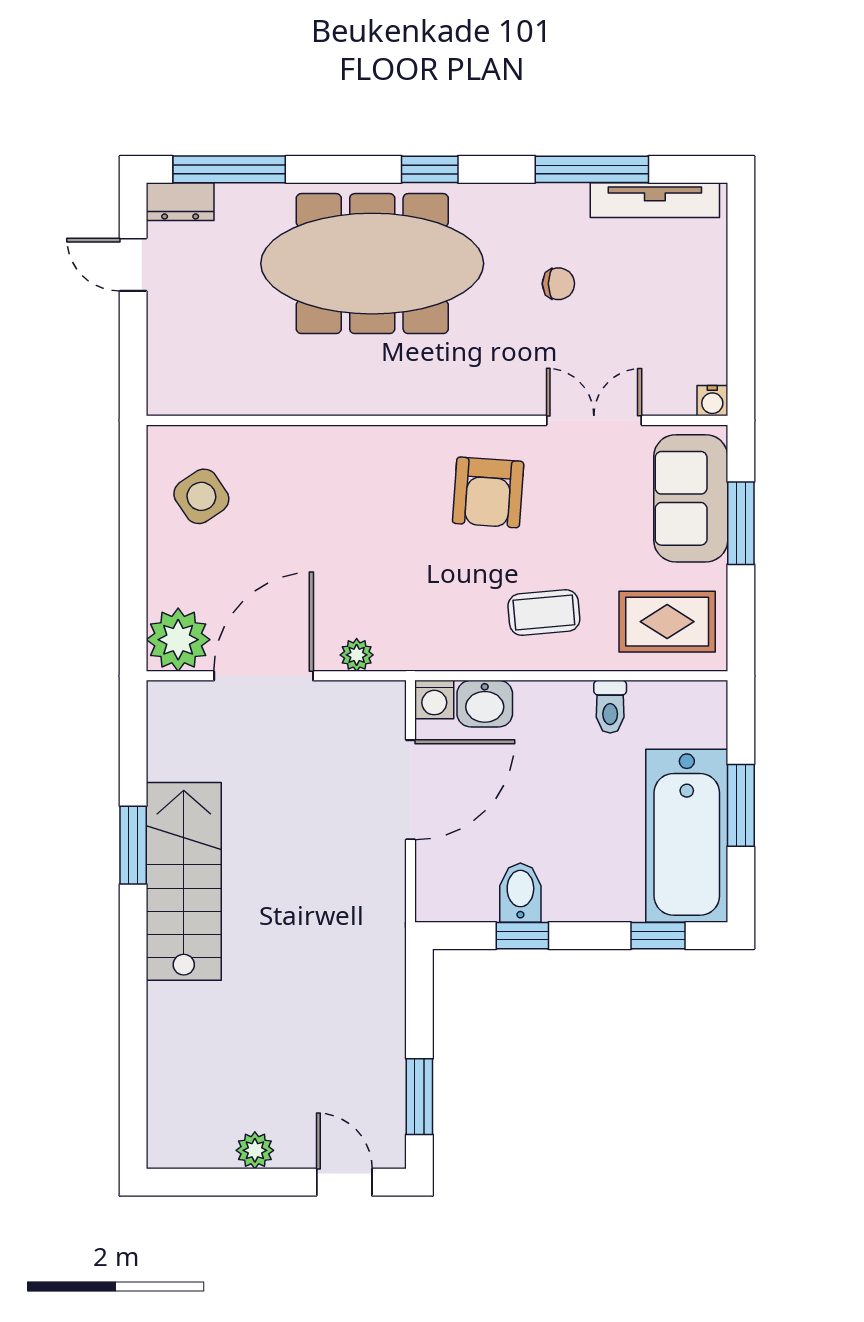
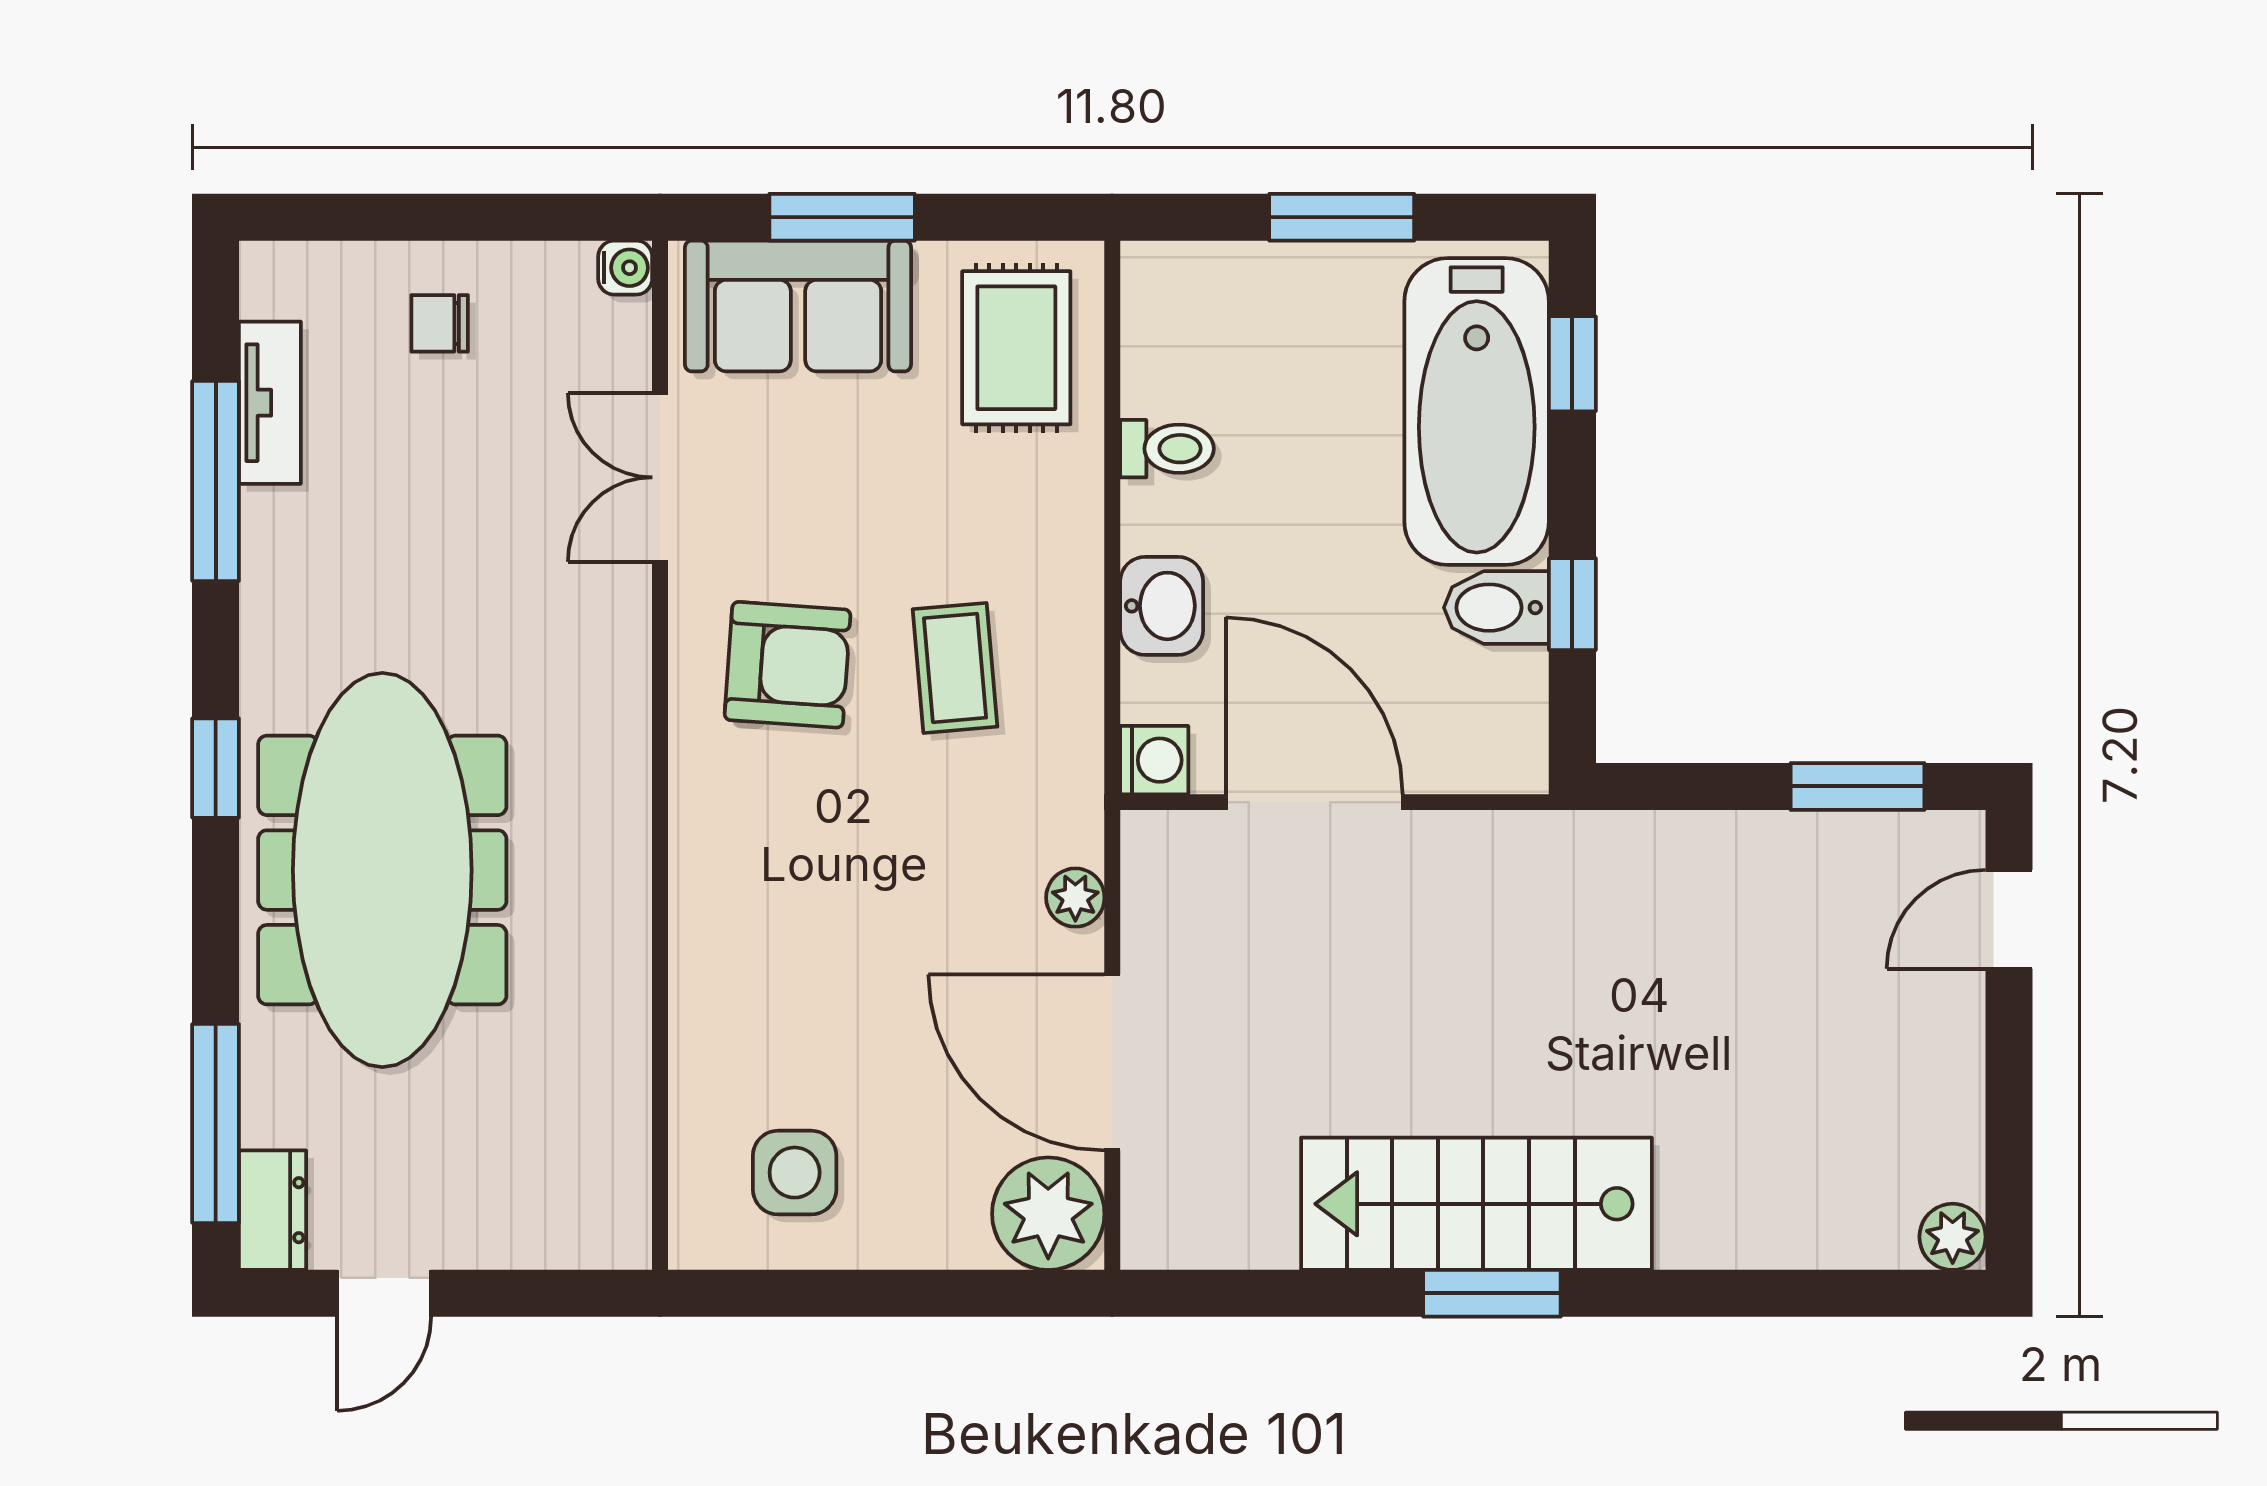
tv unit: (655, 200) -> (270, 403), width x0.71
chair: (558, 284) -> (440, 323), moved, turned -90
side table: (201, 496) -> (795, 1173), turned 34
coffee table: (544, 613) -> (955, 668), moved
washbasin: (485, 704) -> (1162, 606), moved
bathtub: (687, 836) -> (1477, 412), moved, turned 90
window: (133, 845) -> (1492, 1293), moved
plant: (255, 1150) -> (1953, 1237), moved

